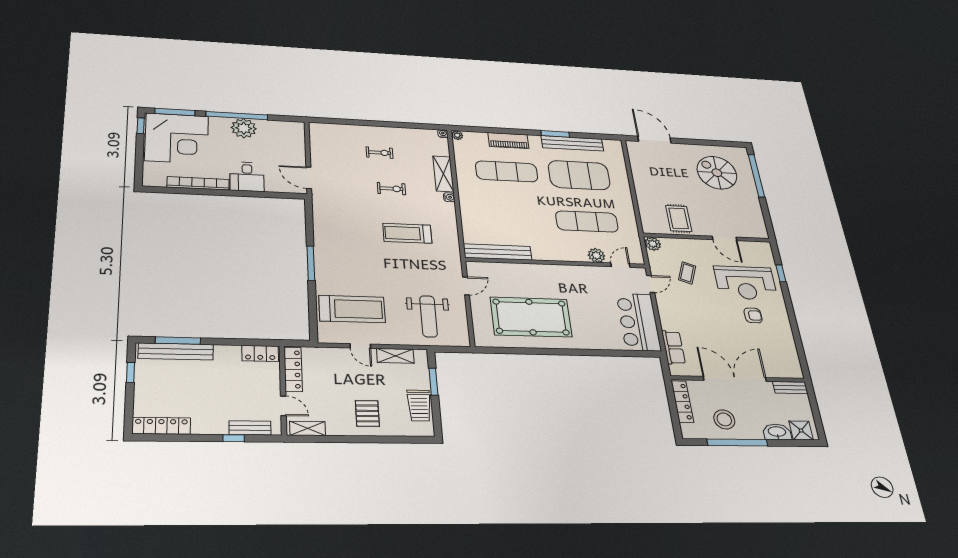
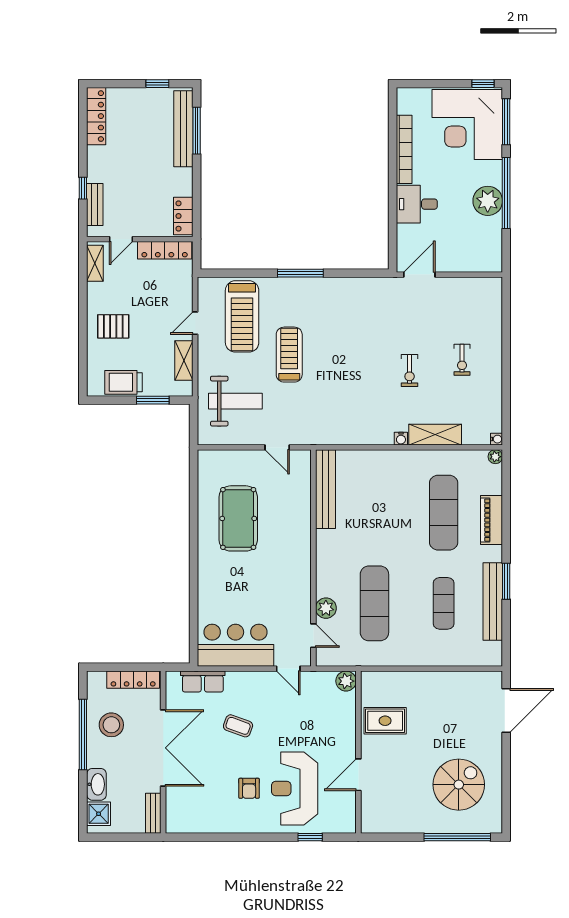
exercise mat: (579, 175) -> (444, 603), width x0.50, depth x0.69
treadmill: (407, 233) -> (289, 355), moved
coffee table: (687, 273) -> (238, 726), moved
weight bench: (429, 316) -> (235, 401), turned 180
pool table: (531, 317) -> (238, 518), width x0.73, depth x0.76

